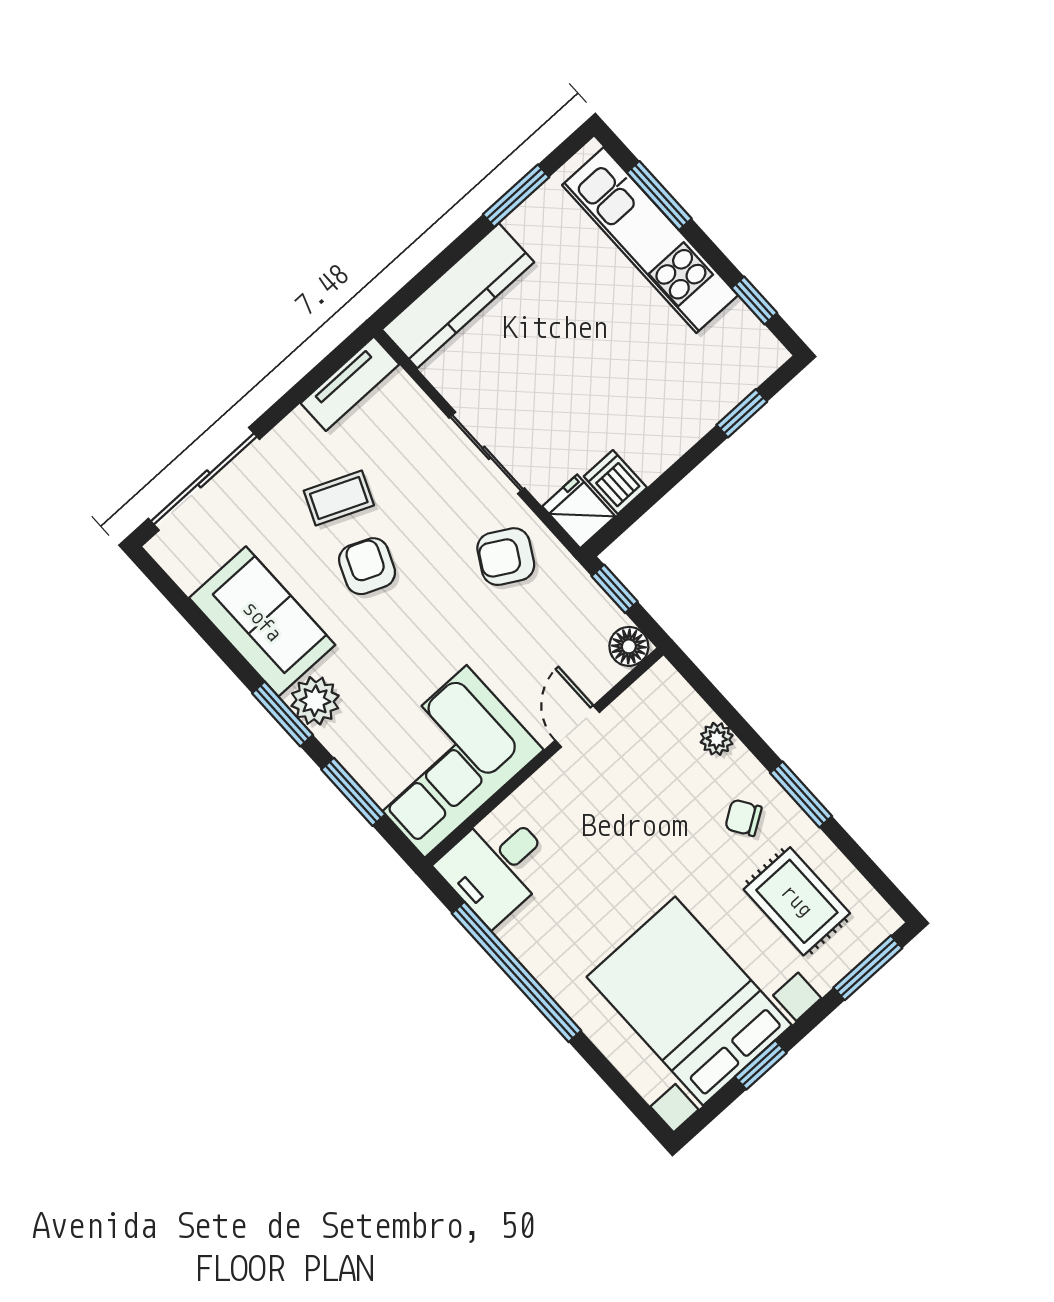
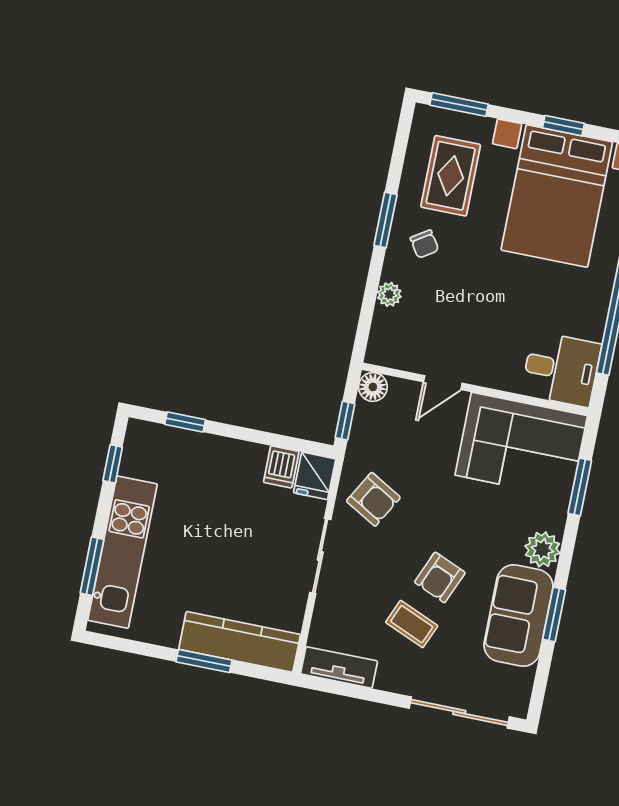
window: (516, 196) -> (204, 661), moved
window: (283, 714) -> (554, 614), moved

